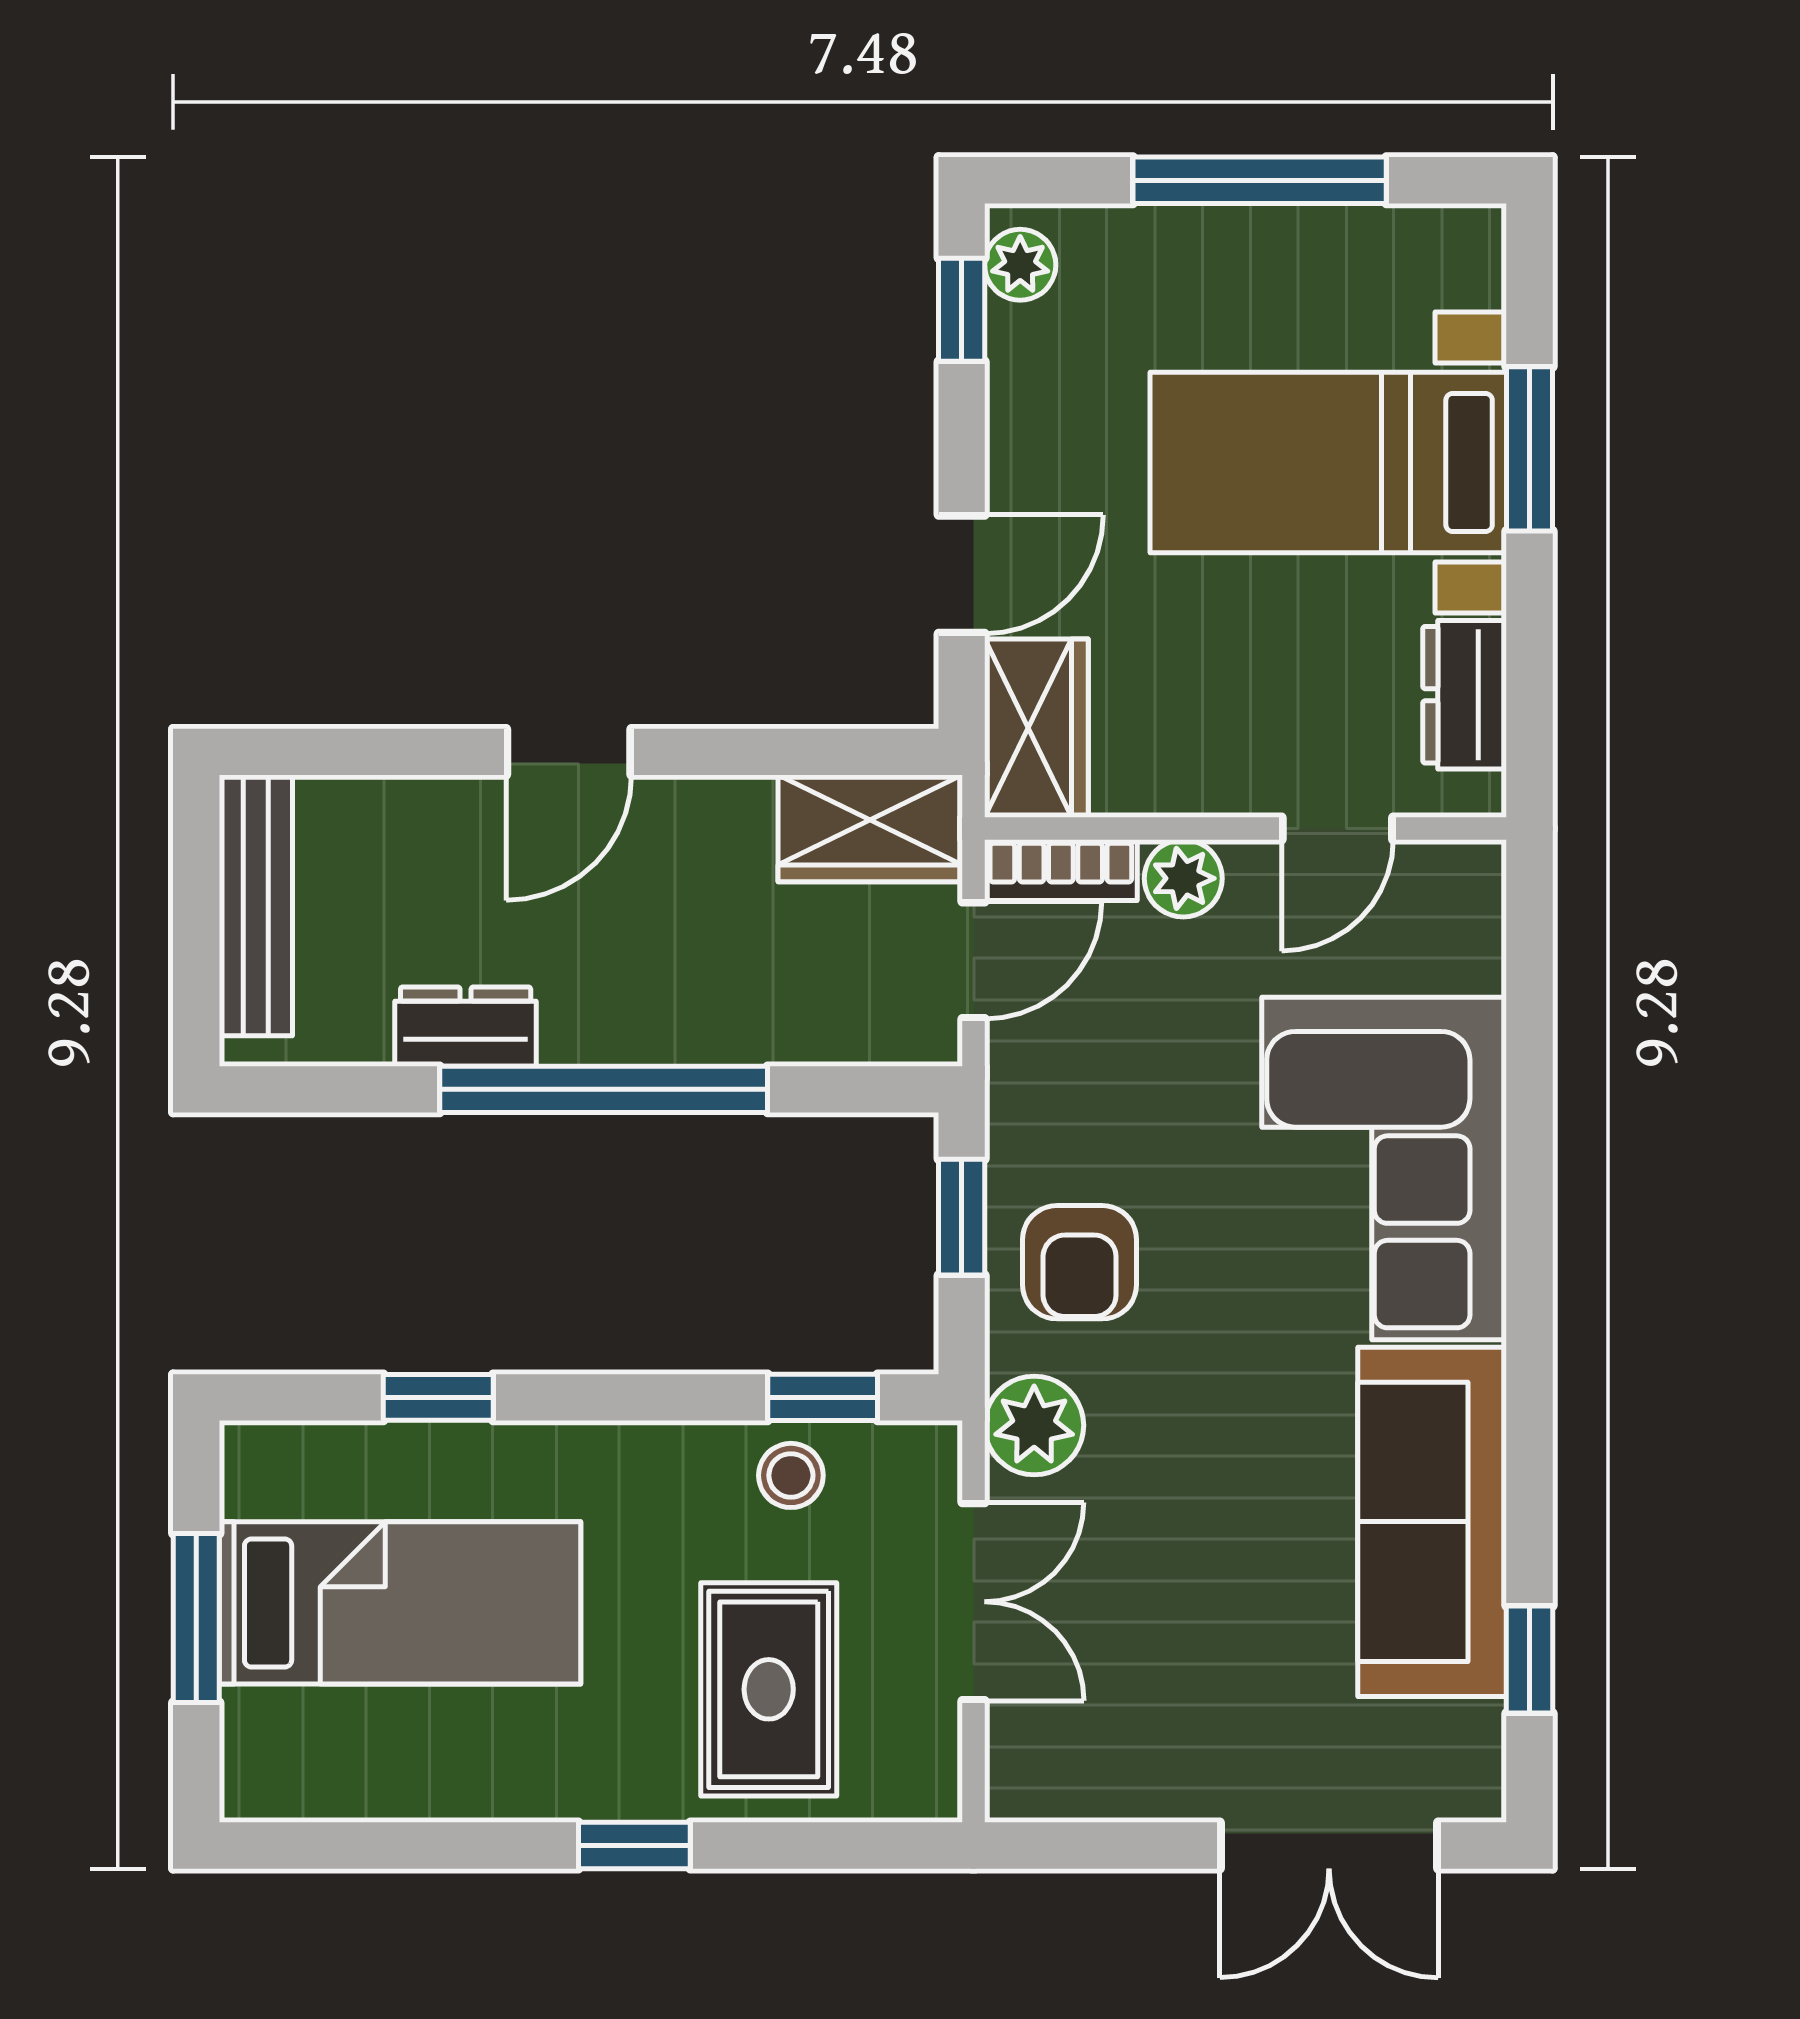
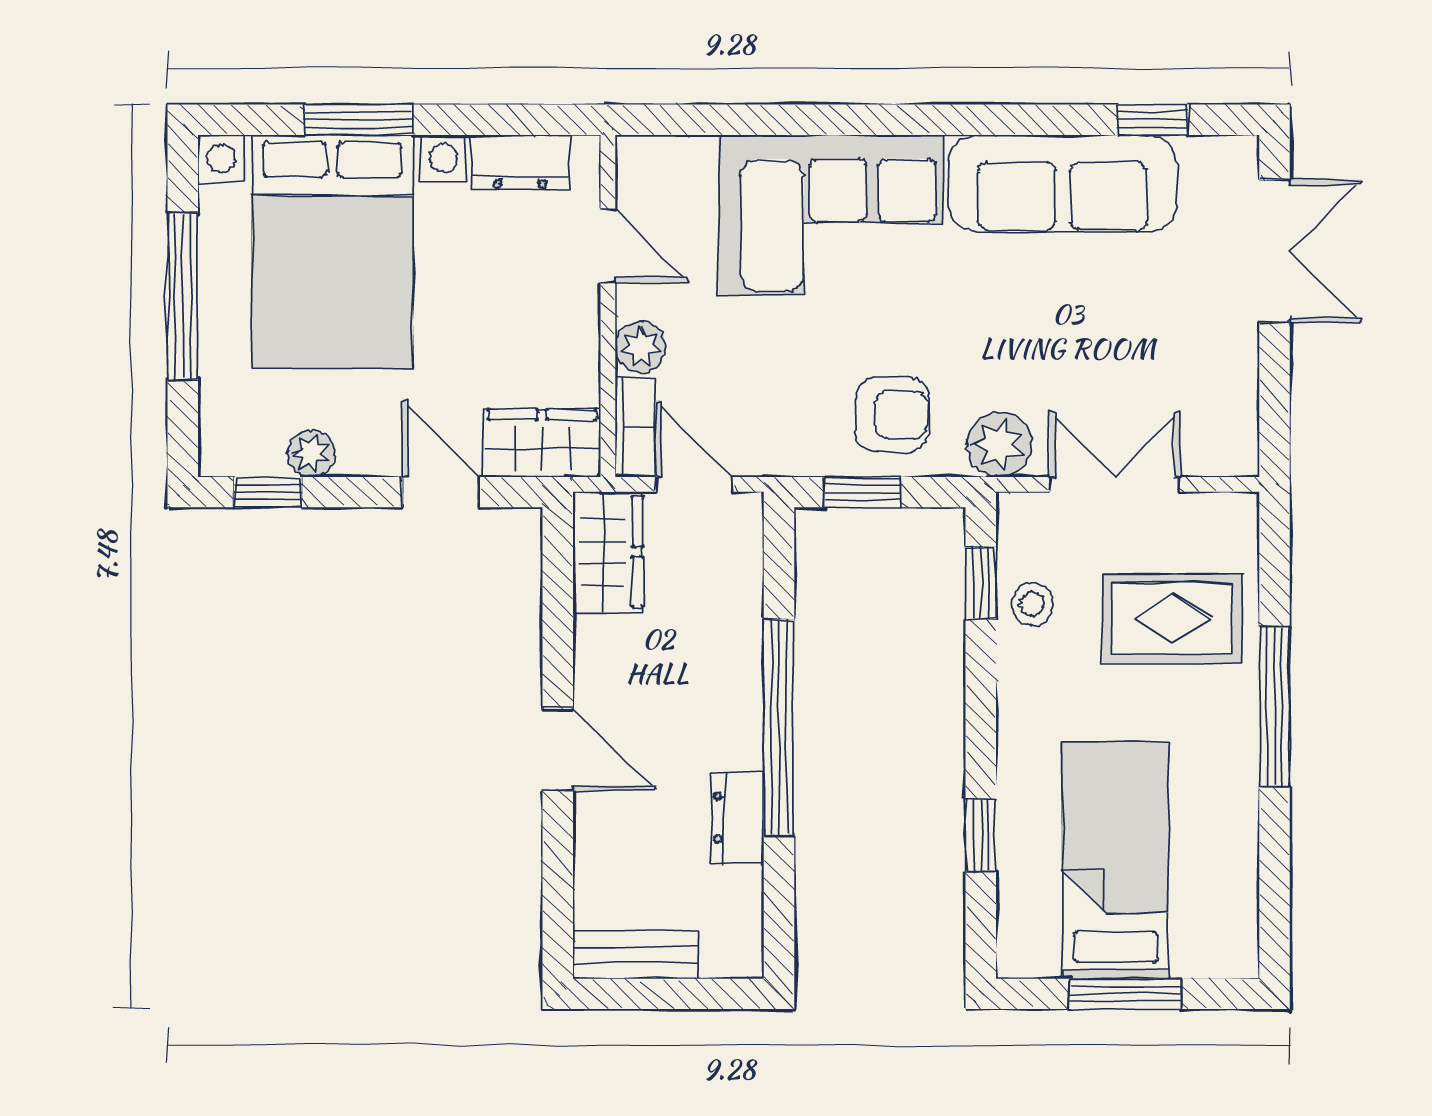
plant: (1020, 265) -> (311, 454), moved
bed with nightstands: (1328, 463) -> (332, 252), width x1.36
bench: (256, 905) -> (635, 955), width x0.73
window: (634, 1845) -> (1275, 707), width x2.17

